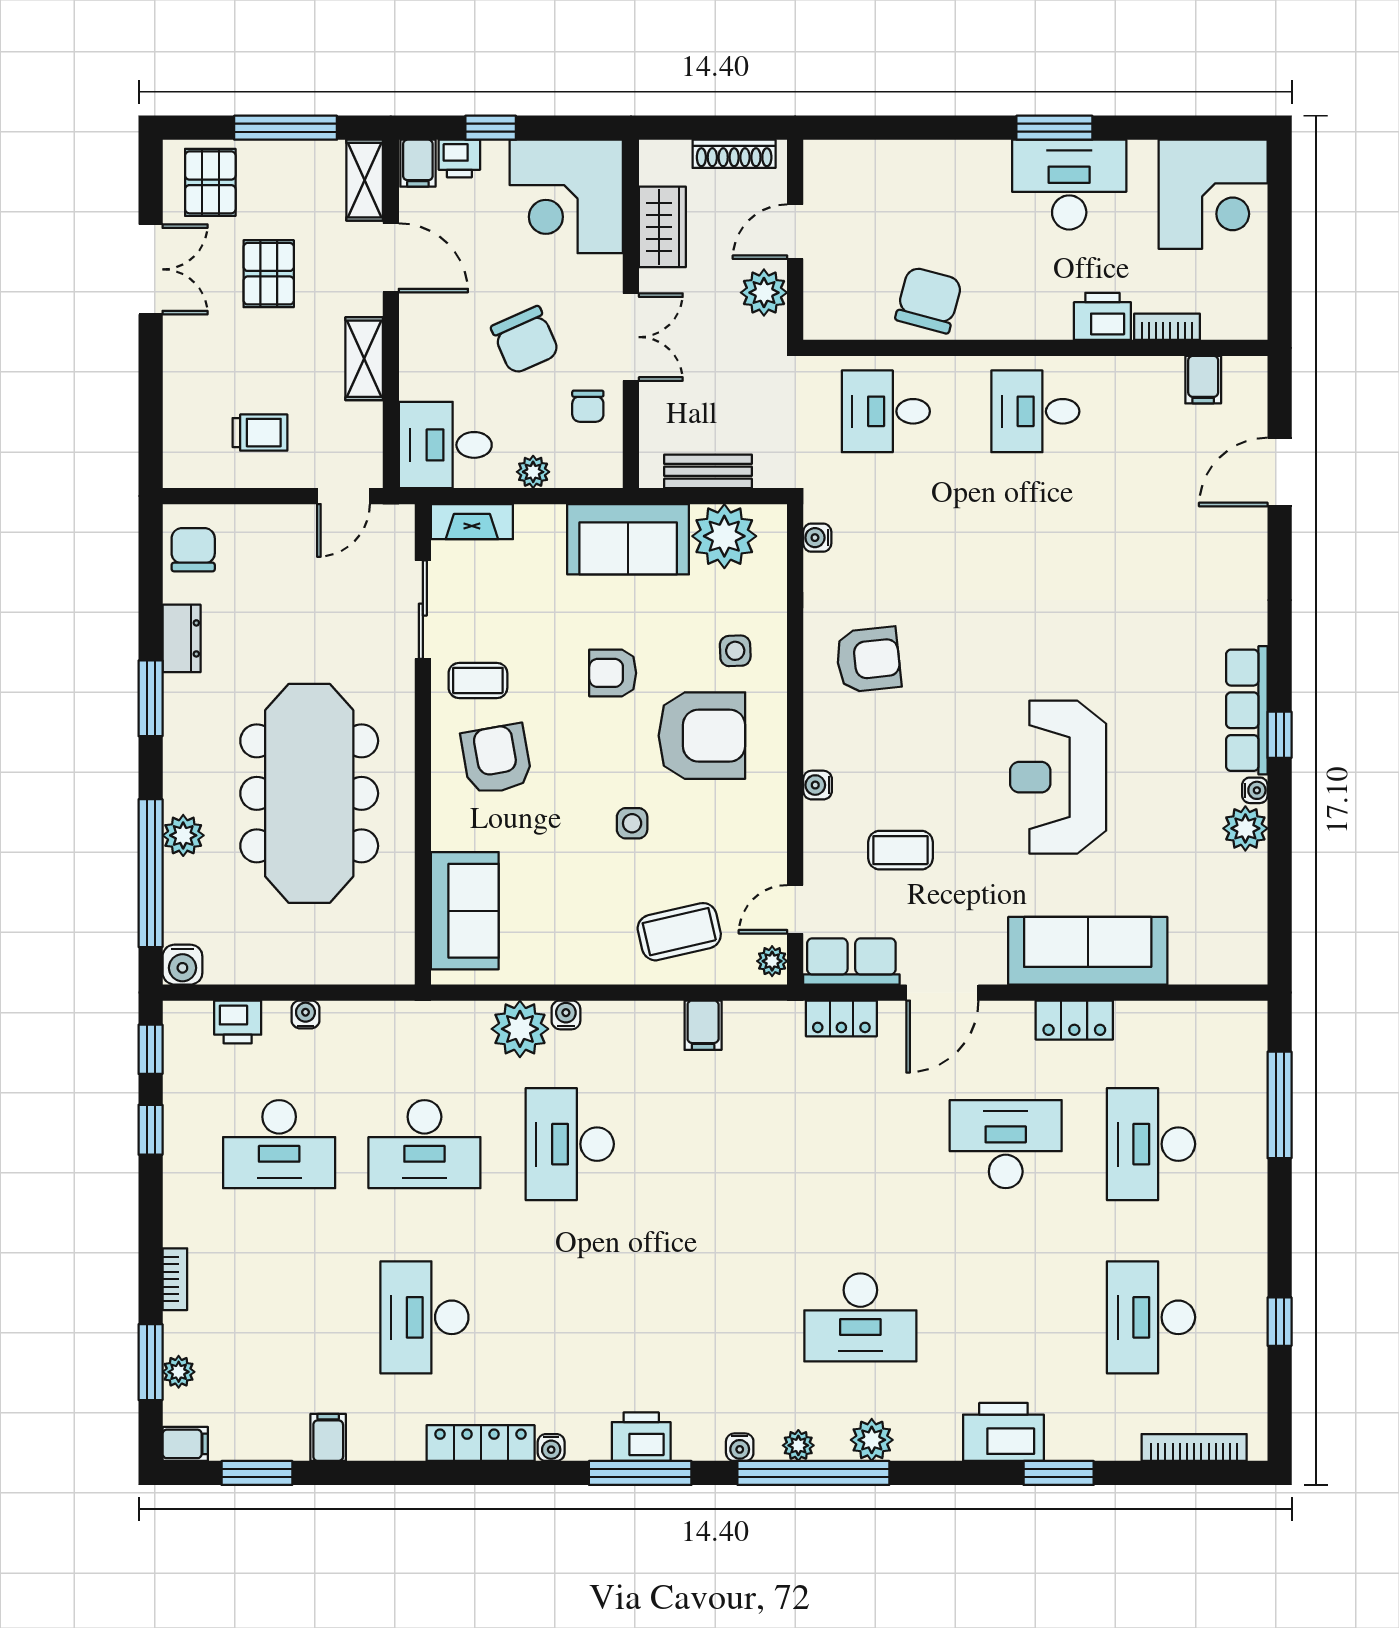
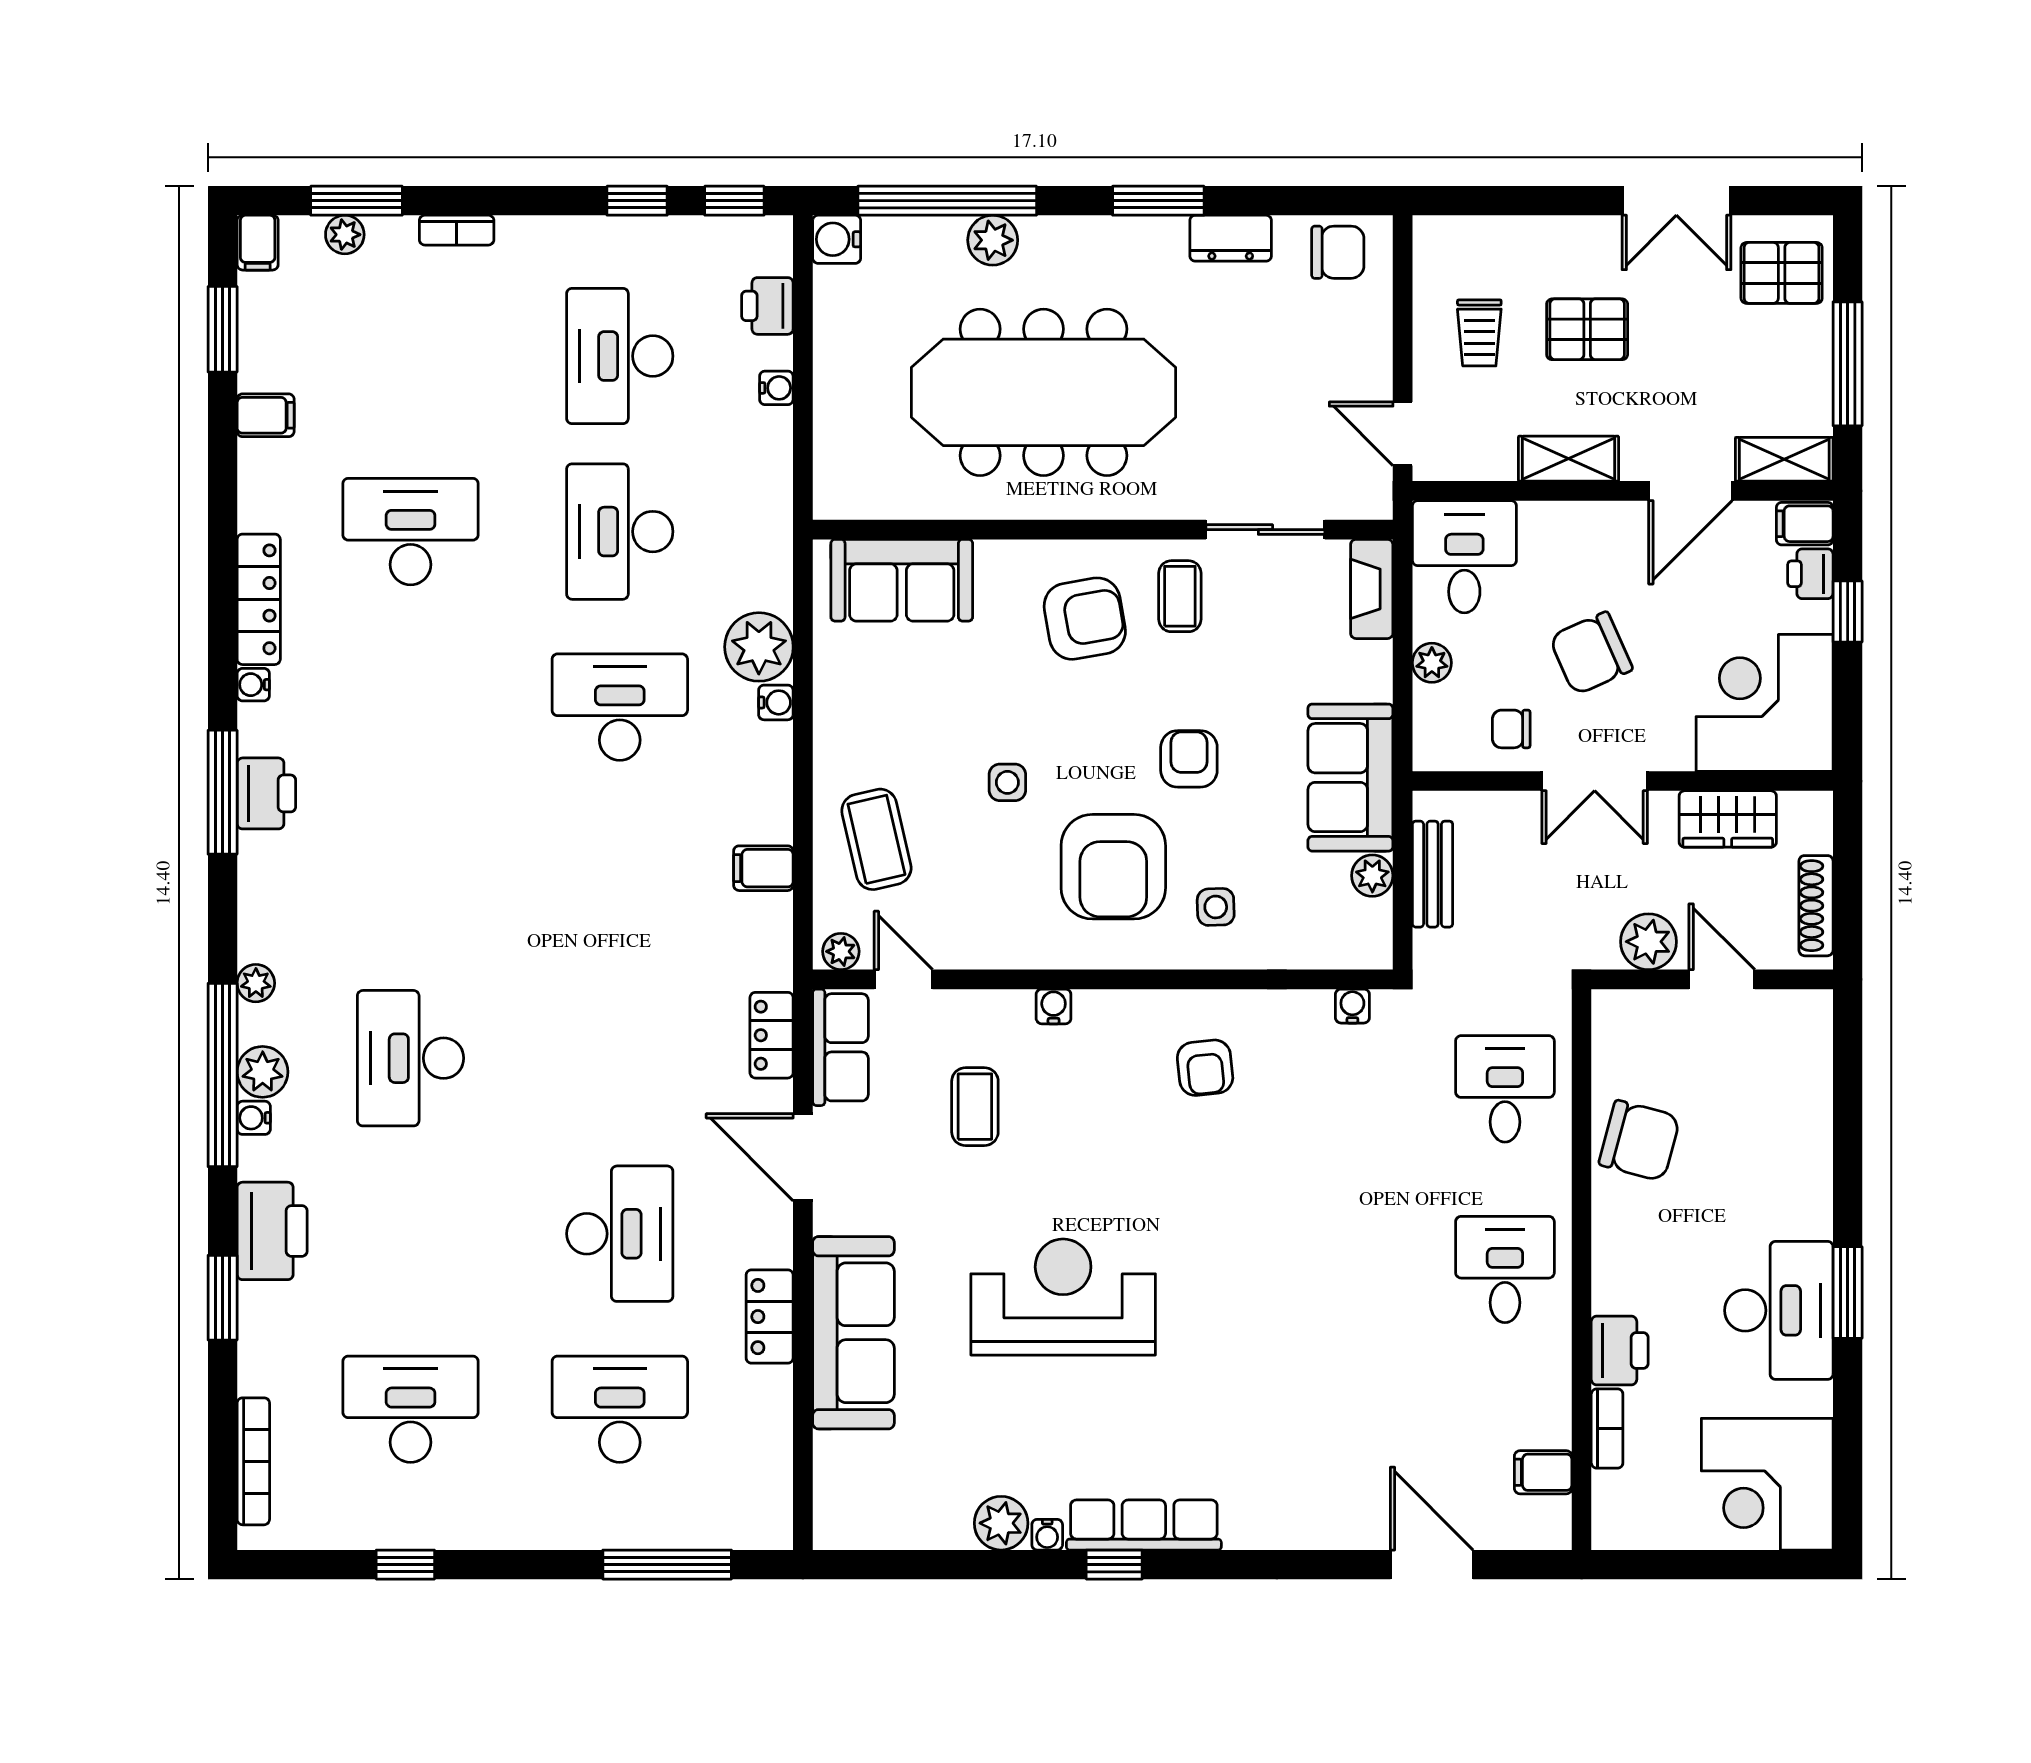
pallet: (269, 274) -> (1587, 329), moved
plant: (724, 536) -> (1372, 876), width x0.53, depth x0.53
armchair: (868, 660) -> (1205, 1068), width x0.72, depth x0.72
water cooler: (740, 1447) -> (254, 1118), moved
window: (813, 1473) -> (223, 1075), moved

